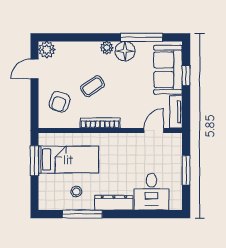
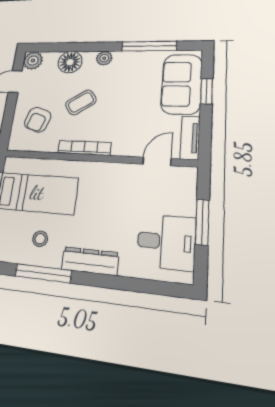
floor lamp: (125, 51) -> (70, 62), moved
desk: (151, 192) -> (166, 242), moved, turned -90

